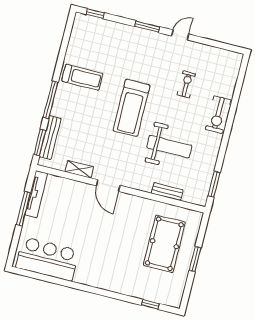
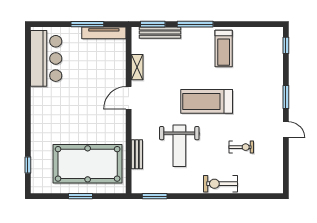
pool table: (164, 244) -> (88, 164), width x1.36, depth x1.32

